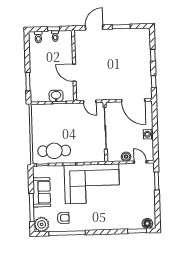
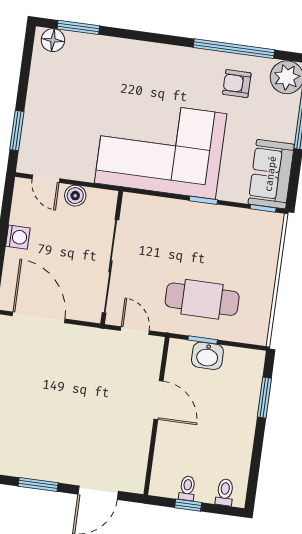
cafe table: (54, 151) -> (202, 299), moved
sofa: (42, 192) -> (271, 174), moved

